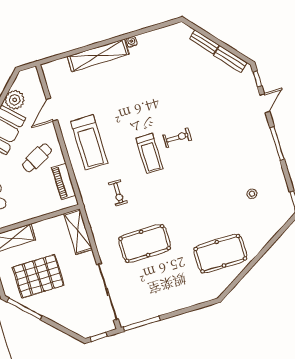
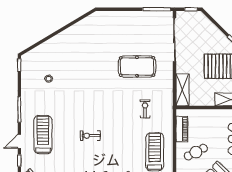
treadmill: (149, 153) -> (43, 135), moved, width x1.37, depth x1.38
pool table: (220, 254) -> (85, 42), removed

